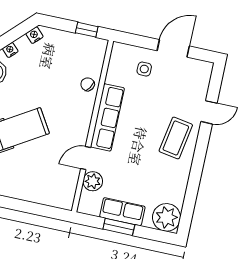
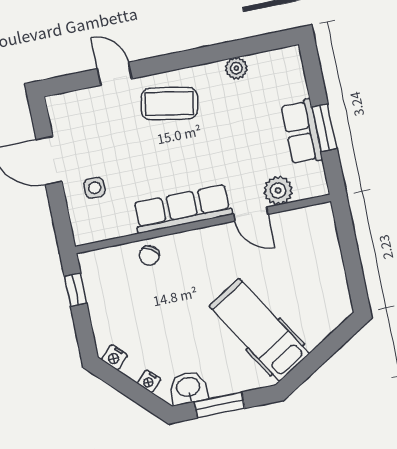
plant: (167, 217) -> (236, 68), moved, width x0.53, depth x0.53

